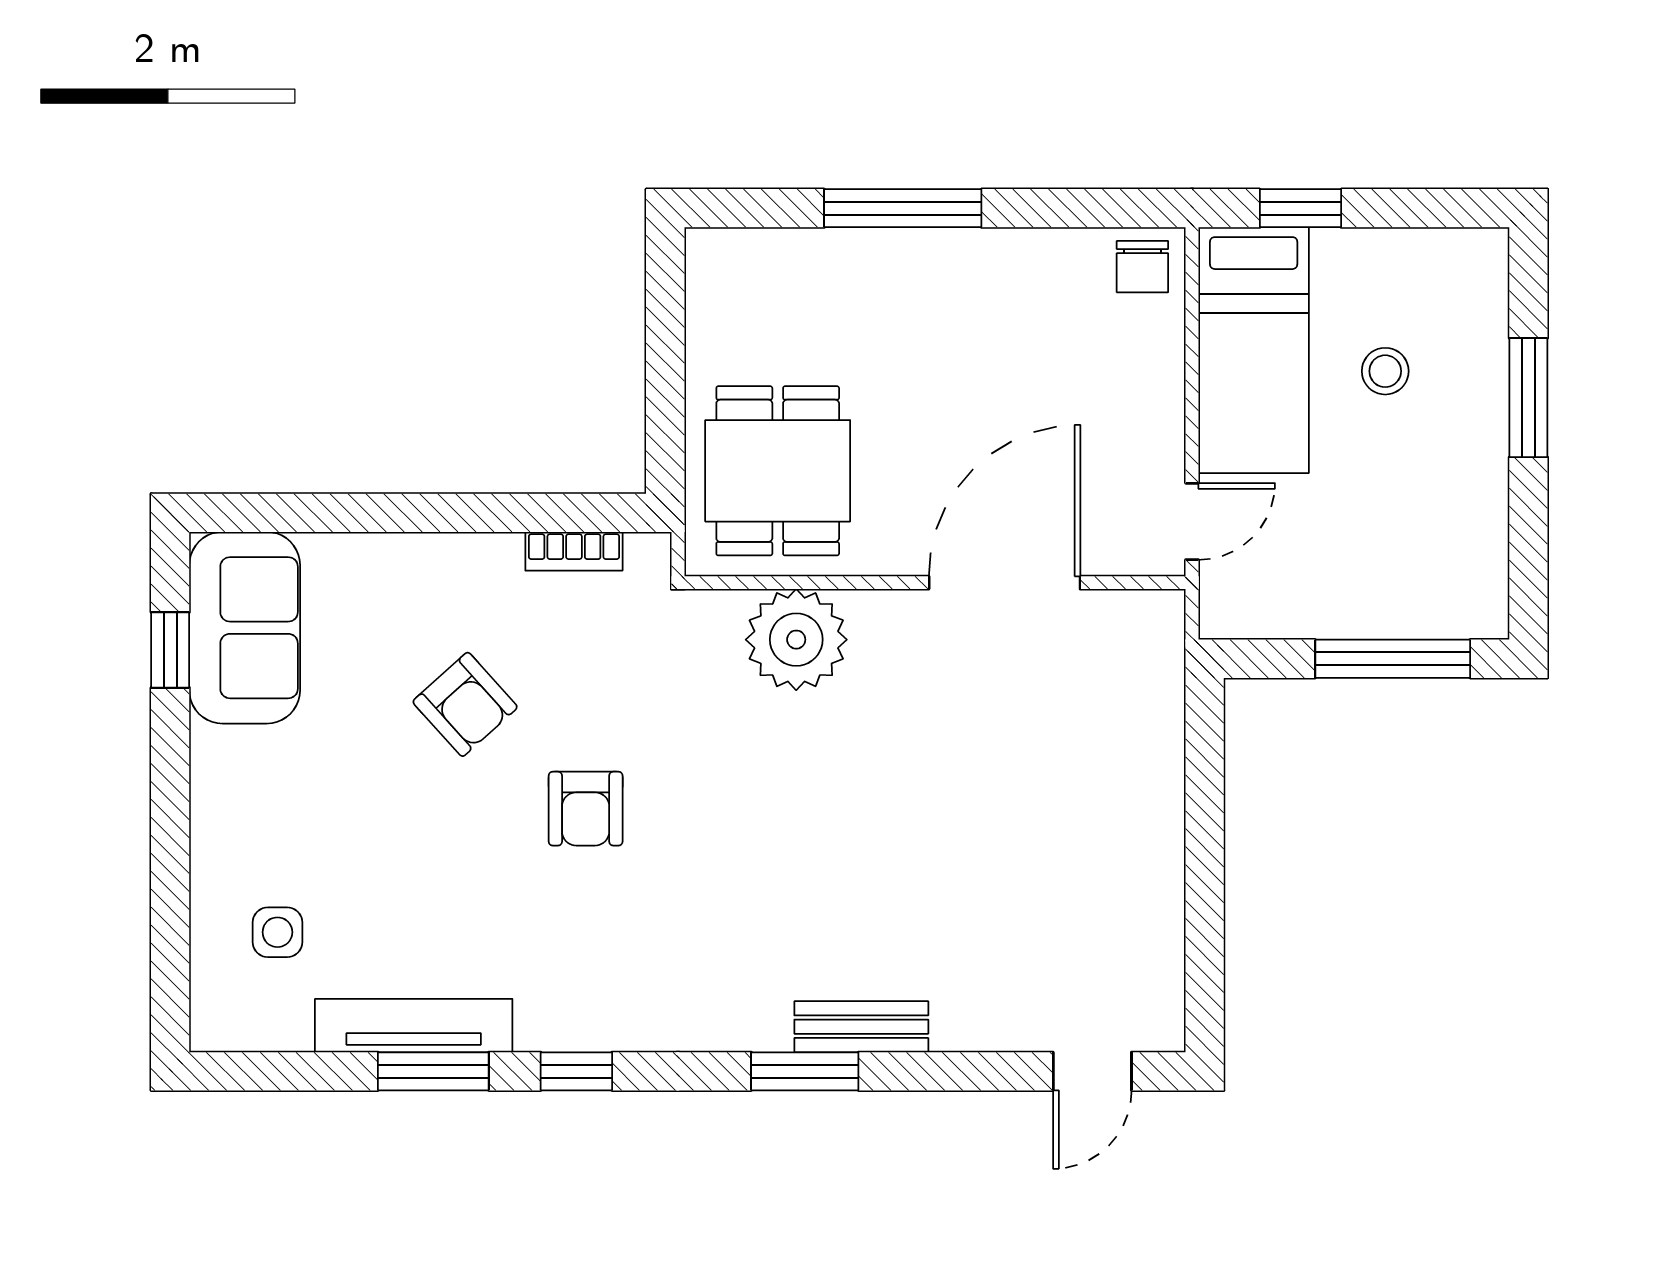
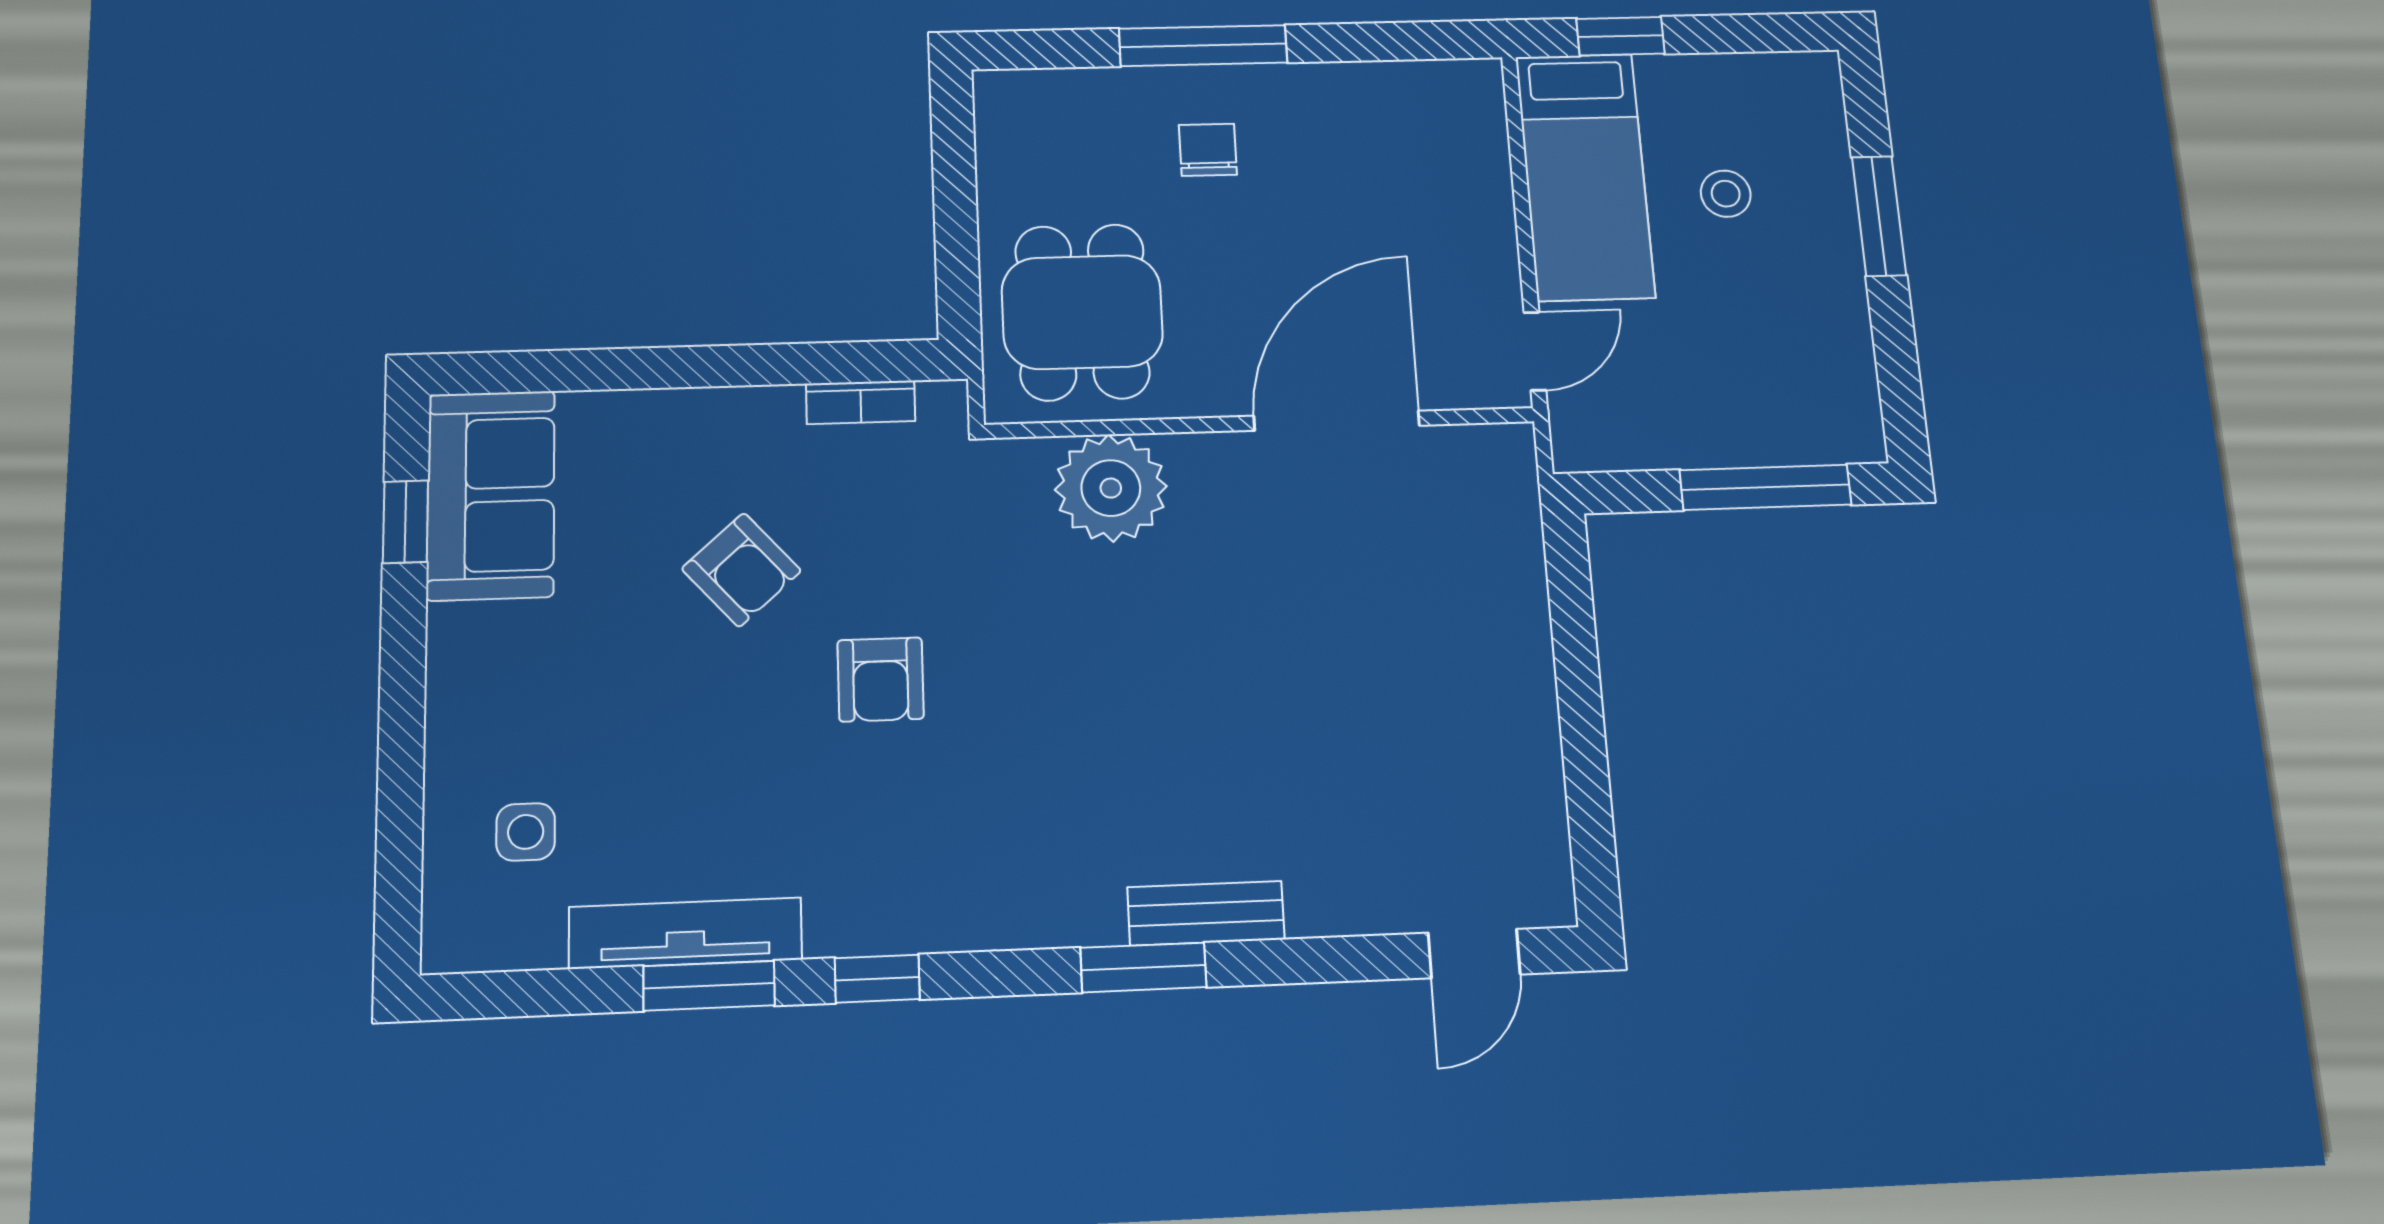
chair: (1142, 267) -> (1208, 150), moved, turned 180

